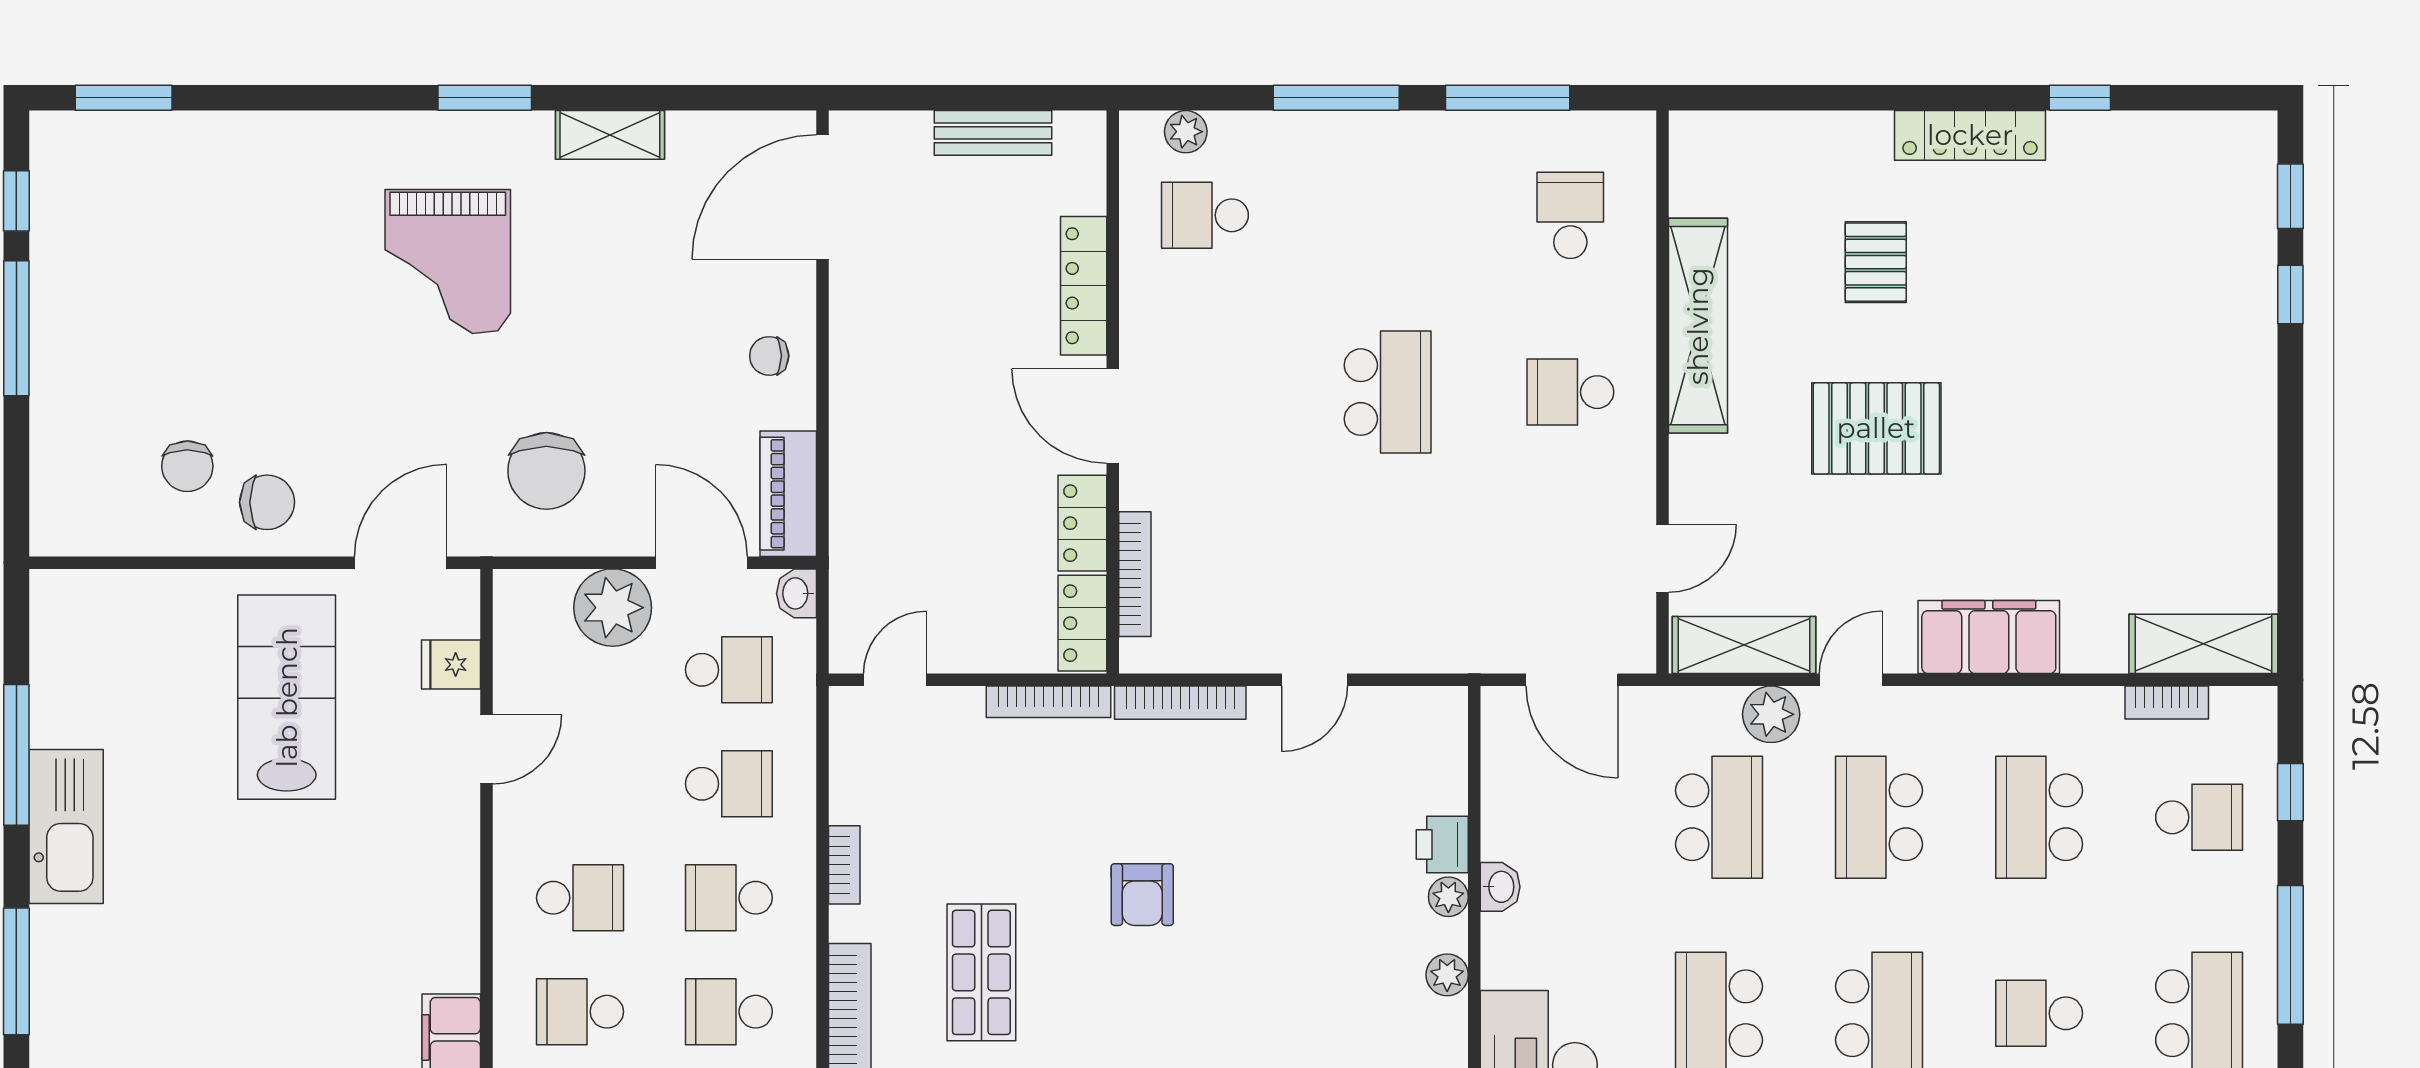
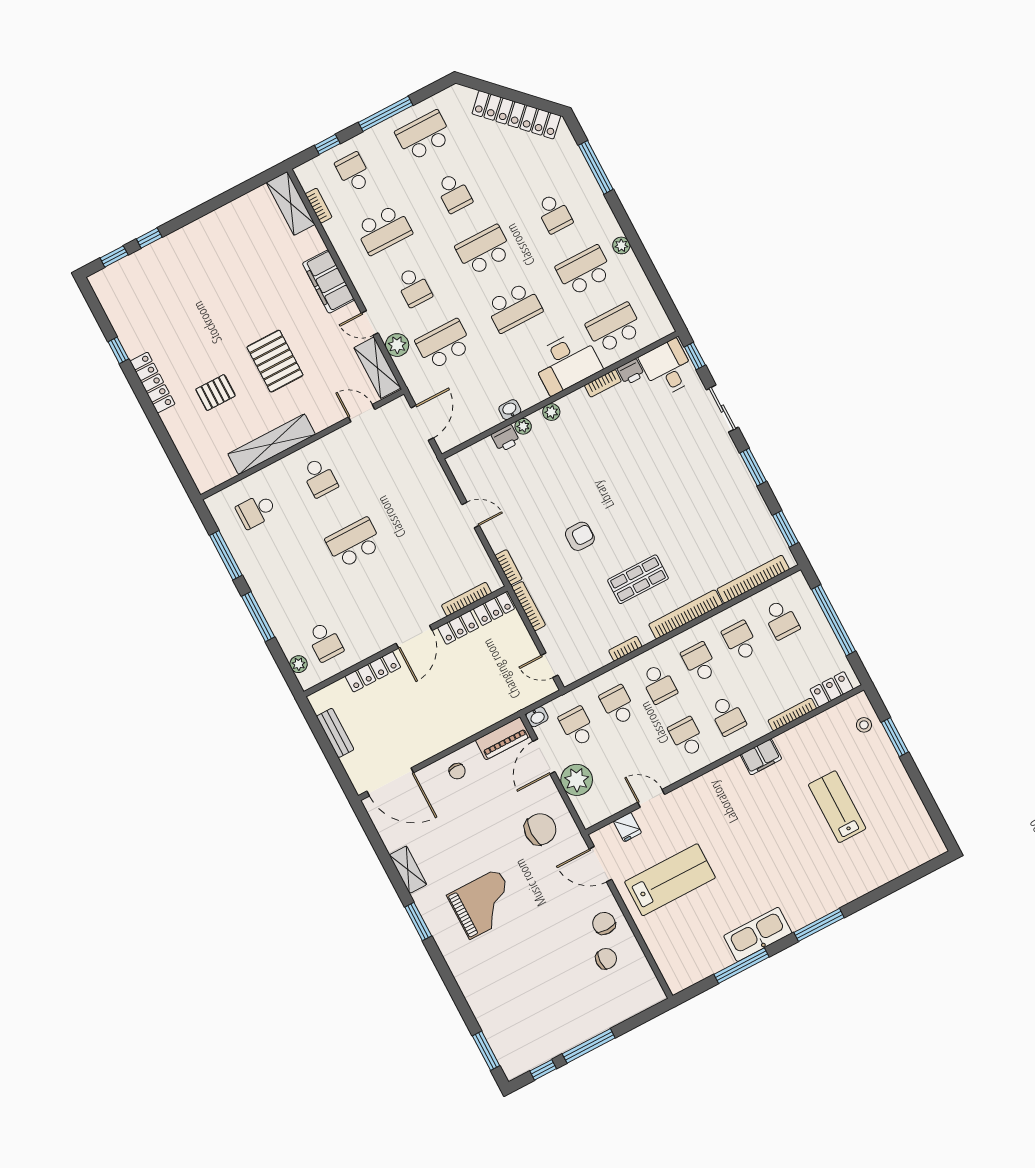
lab bench: (287, 697) -> (670, 880), turned 180
bookcase: (1180, 703) -> (508, 567), width x0.64
school desk: (1879, 817) -> (414, 287), width x0.54
school desk: (729, 1012) -> (700, 662), turned 180

